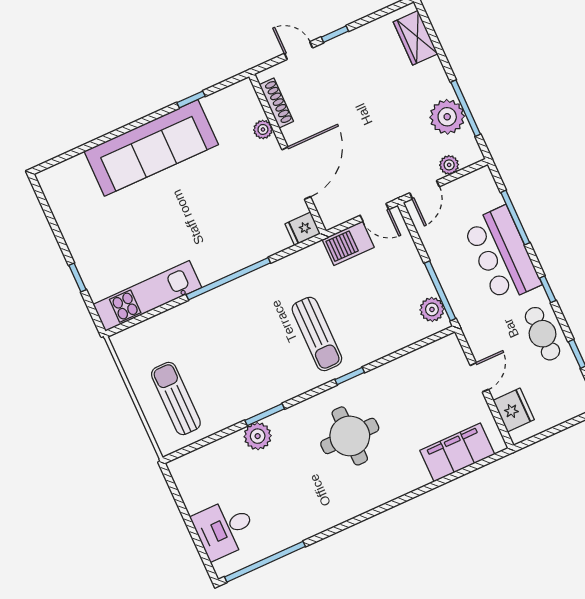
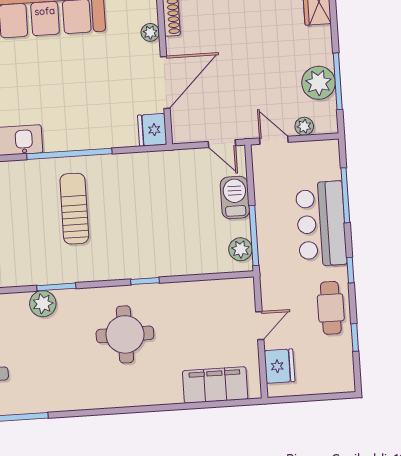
door: (424, 190) -> (274, 140), swing flipped
fridge: (303, 229) -> (152, 130), width x1.38
barbecue: (348, 243) -> (235, 197), moved, turned 90
sun lounger: (317, 334) -> (74, 209), moved, turned 180

